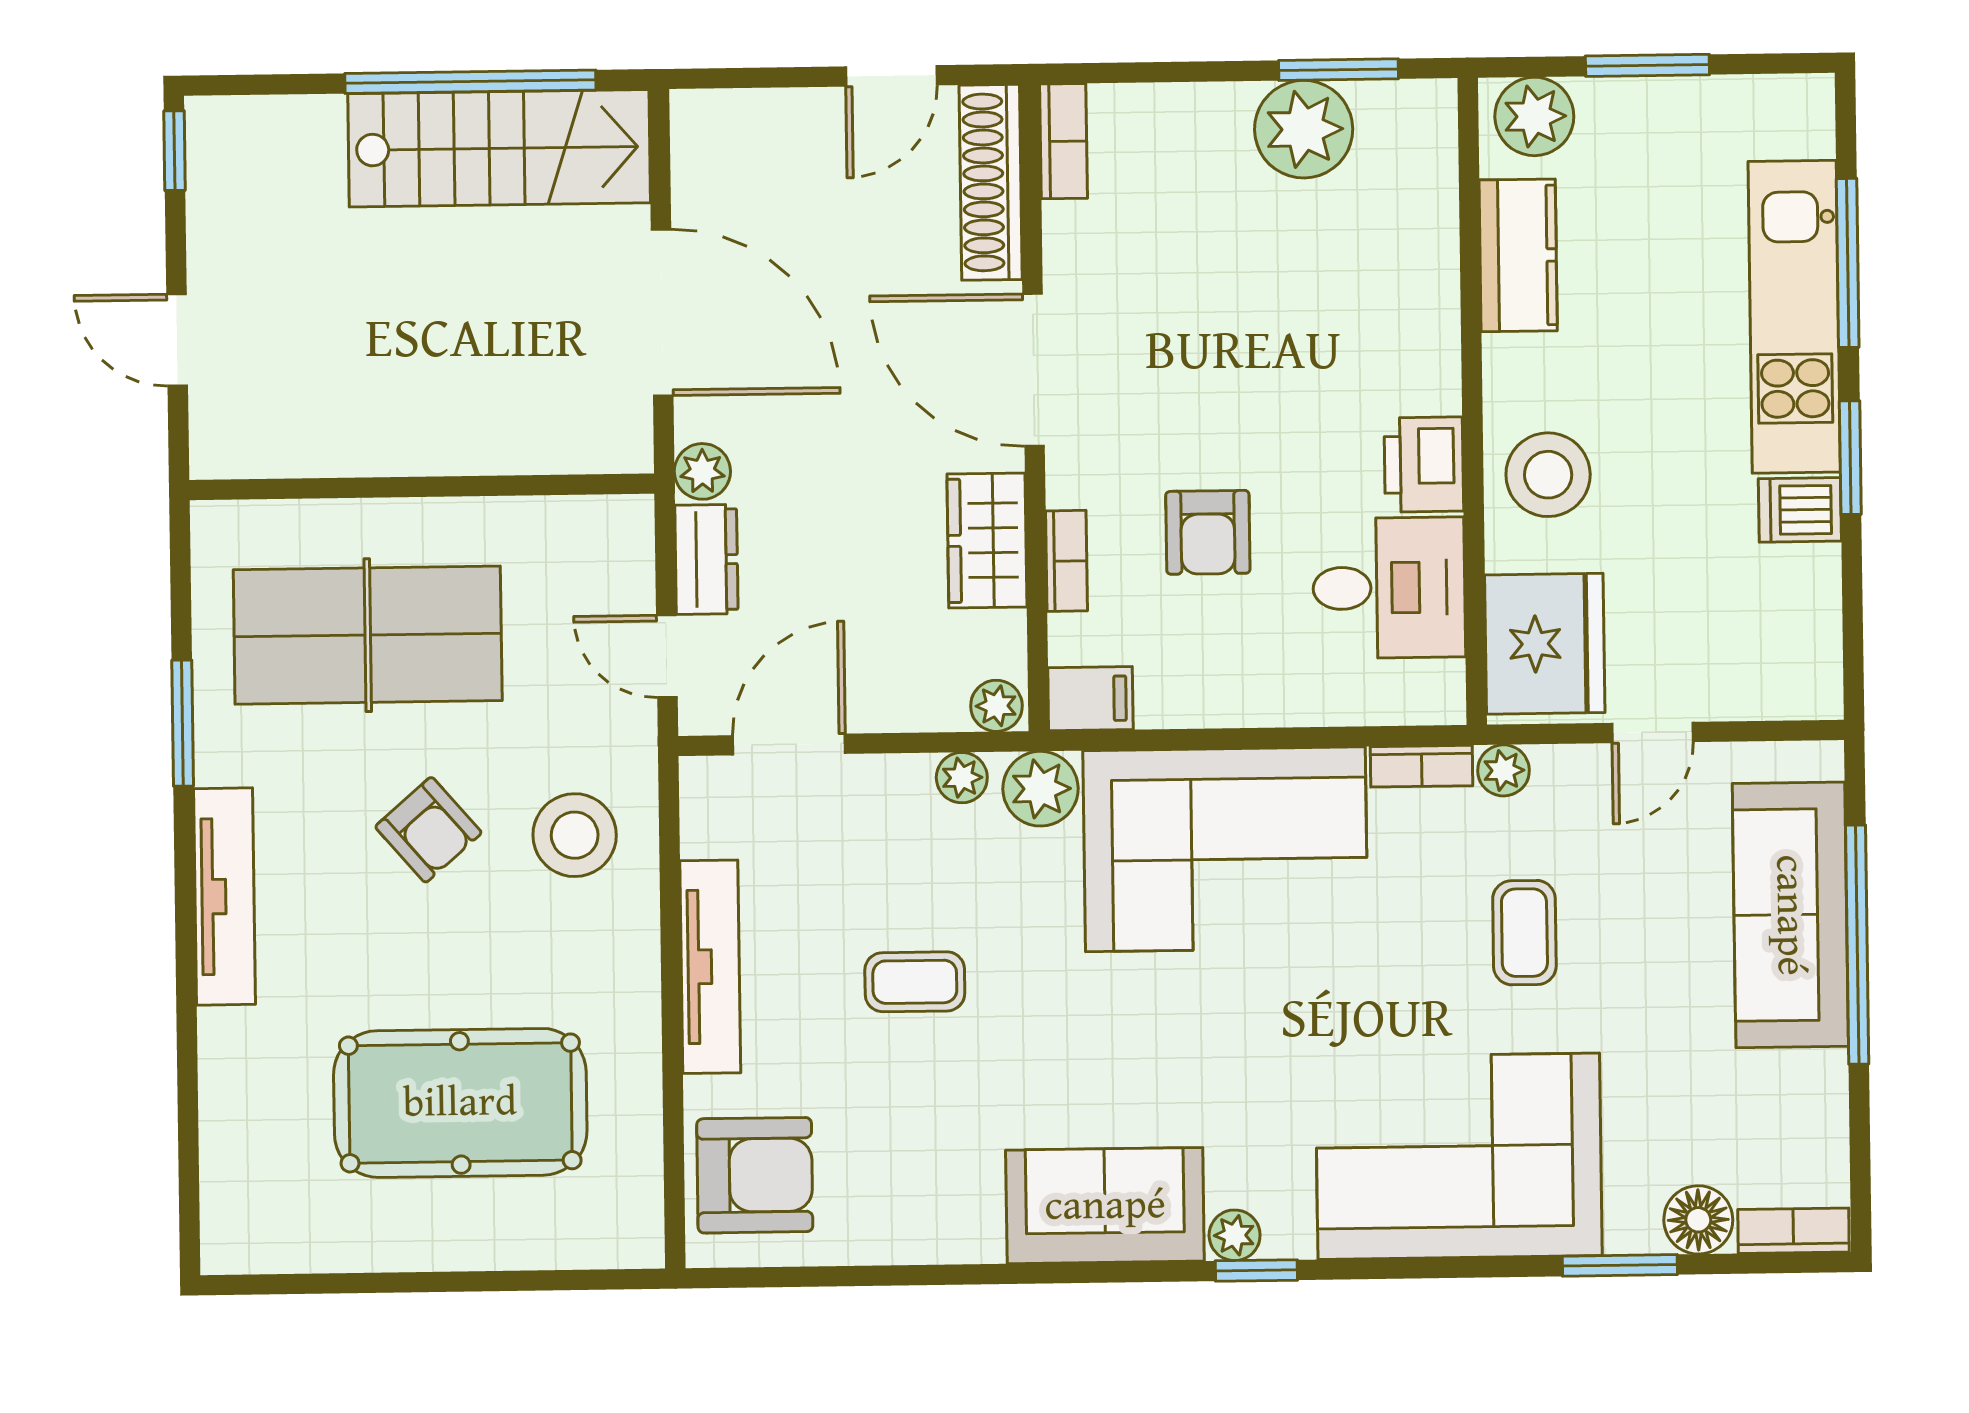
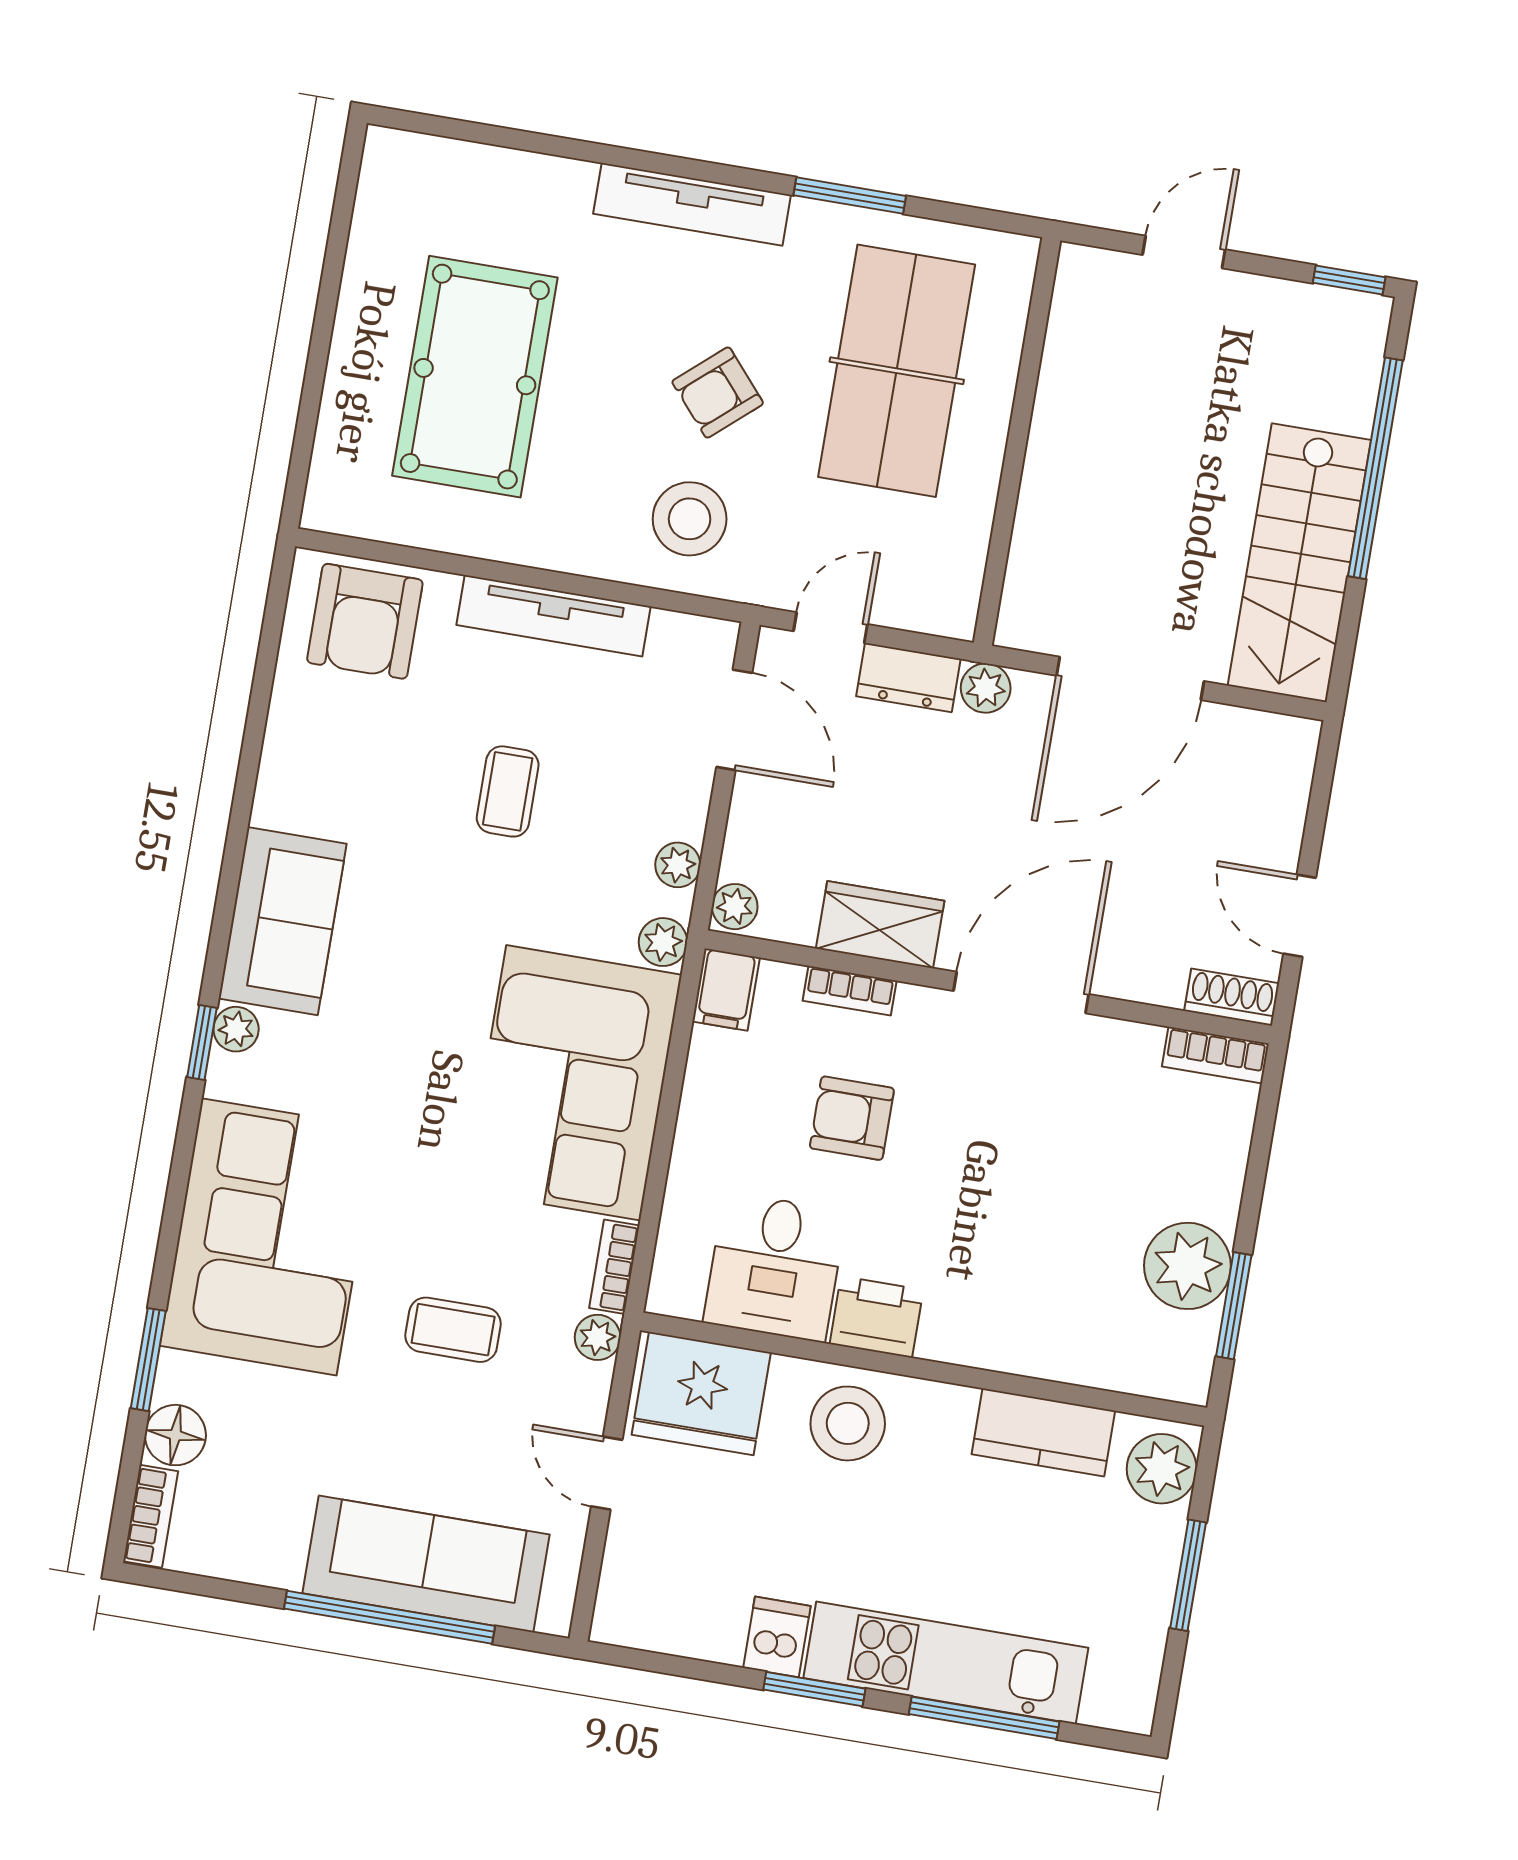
window: (470, 82) -> (1375, 468), moved
shoe rack: (991, 182) -> (1232, 997), width x0.51, depth x0.81
plant: (1041, 789) -> (663, 942), width x0.73, depth x0.73

